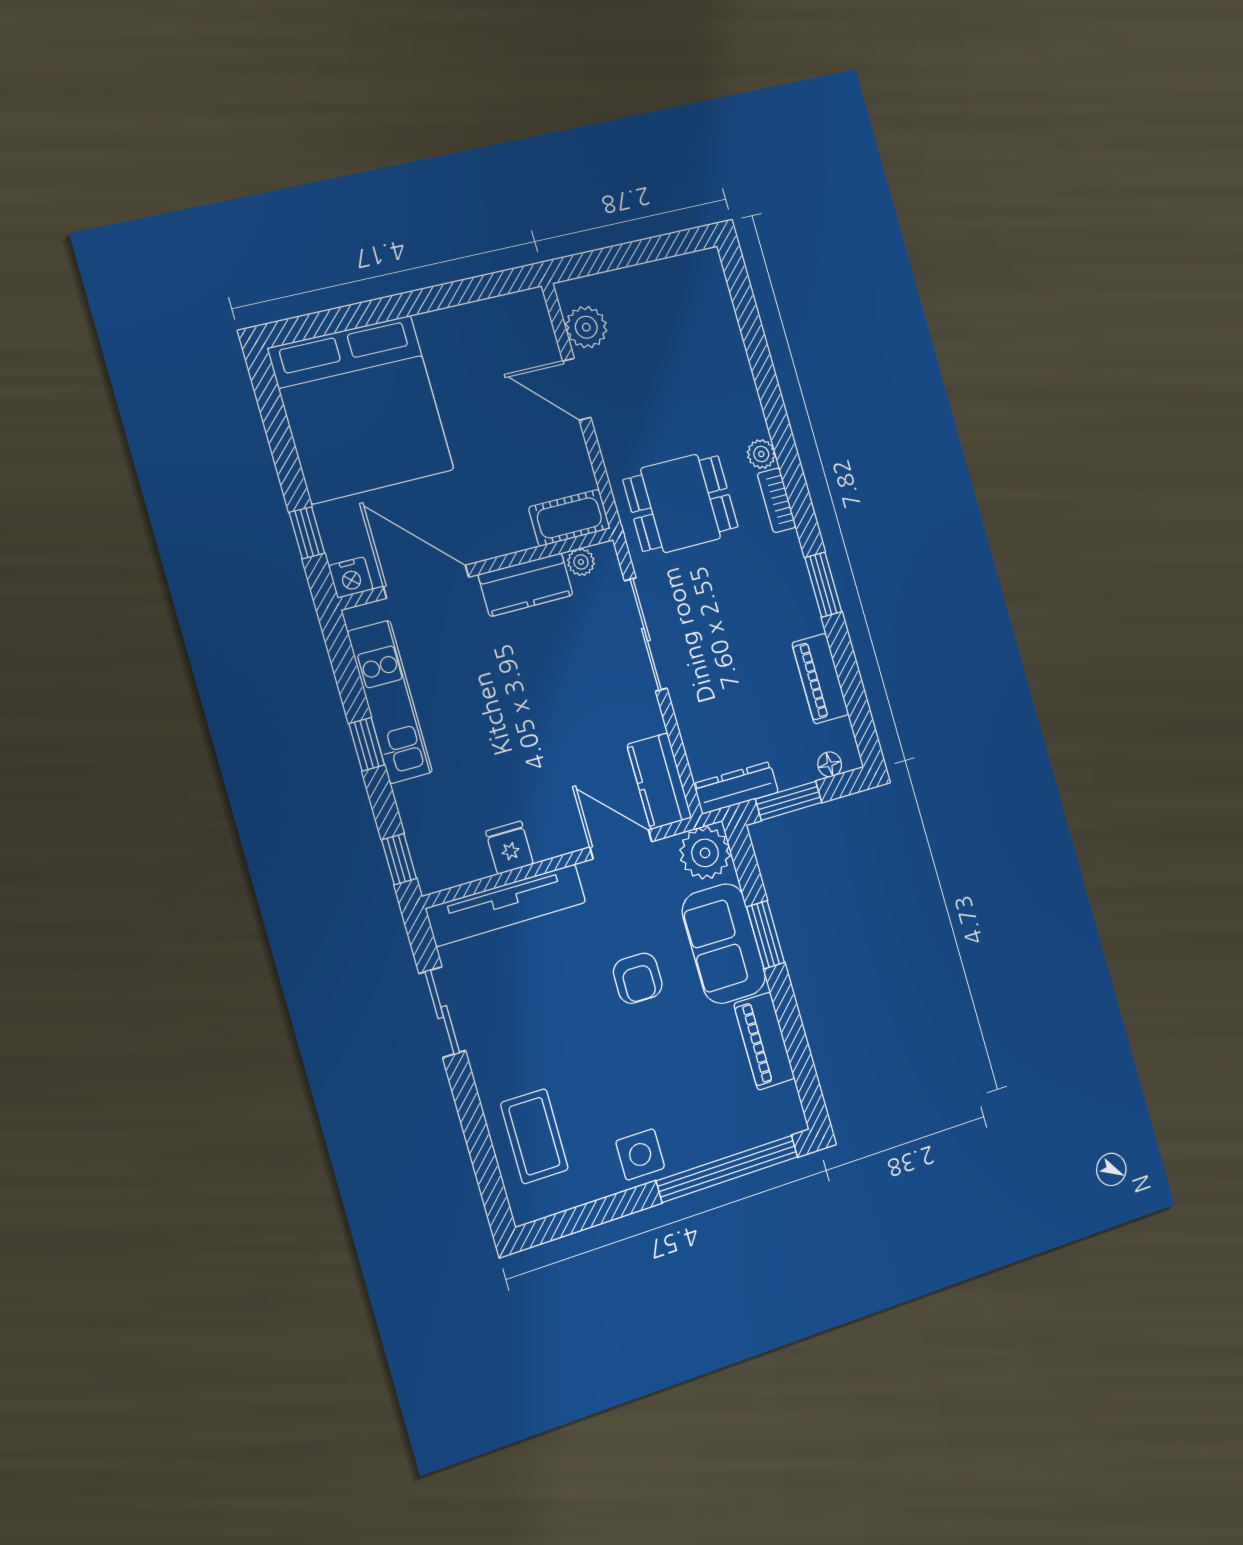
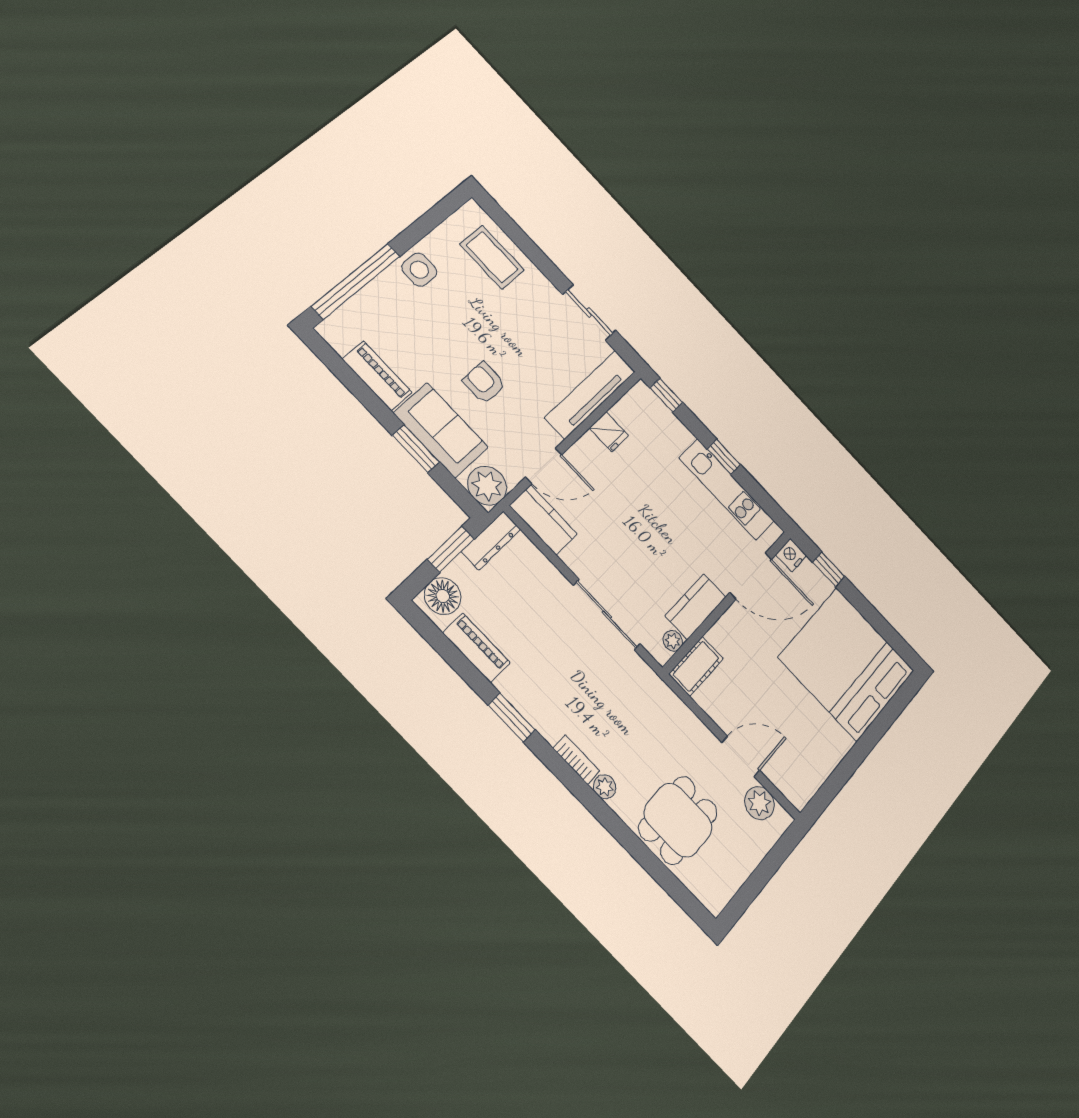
dining table: (681, 503) -> (678, 820), moved
floor lamp: (830, 764) -> (443, 596), width x1.89, depth x1.89

